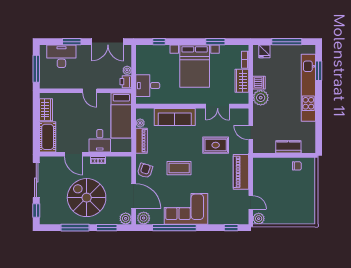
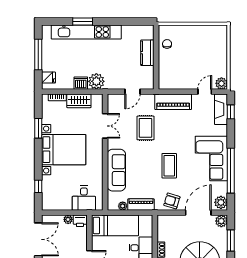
window: (319, 71) -> (83, 21), moved
fireplace: (234, 218) -> (221, 109), added

